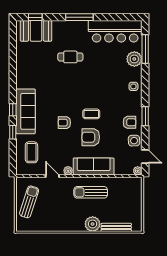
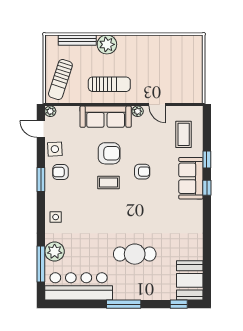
booth: (36, 31) -> (190, 280), moved, turned 90
cafe table: (70, 57) -> (135, 254), width x1.37, depth x1.35
sofa: (26, 111) -> (191, 178), width x0.73
sun lounger: (29, 202) -> (60, 80), moved

